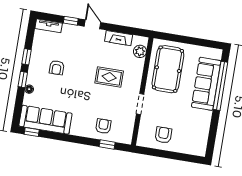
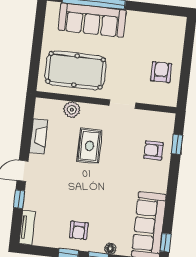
plant: (140, 51) -> (72, 110), moved
armchair: (57, 68) -> (79, 230), moved, turned 90
armchair: (163, 135) -> (161, 72), turned 90

